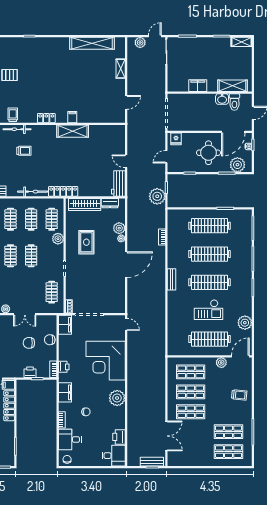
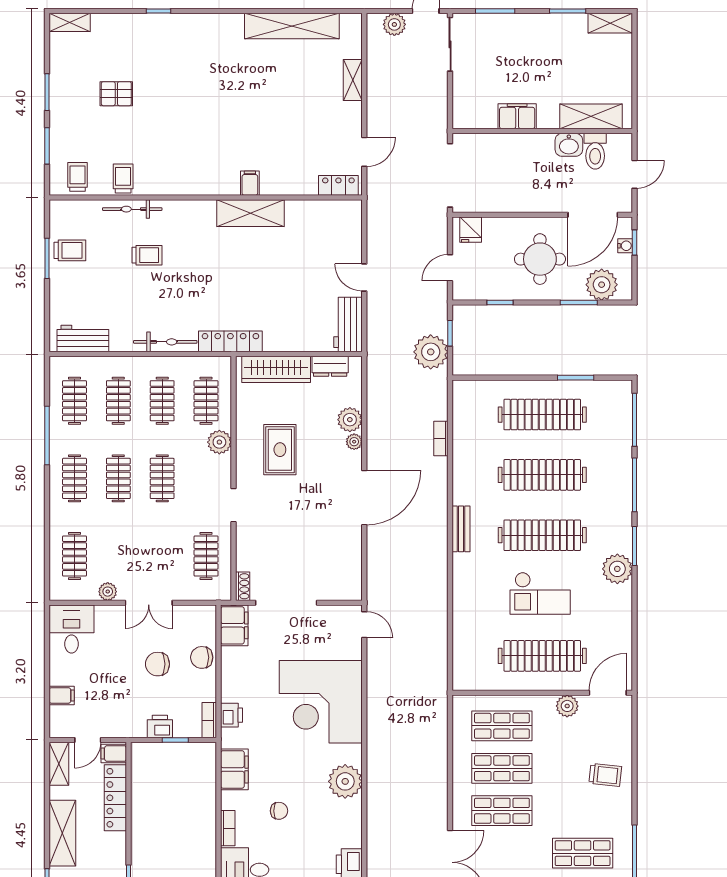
locker: (46, 118) -> (338, 185), moved
plant: (245, 323) -> (617, 569), moved

